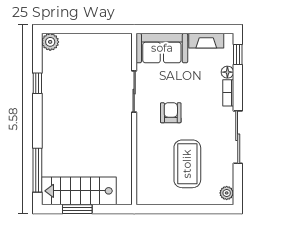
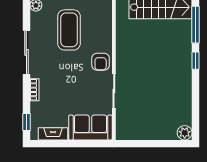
floor lamp: (227, 72) -> (35, 107), removed
window: (37, 83) -> (196, 61), moved
armchair: (171, 113) -> (101, 62), moved

